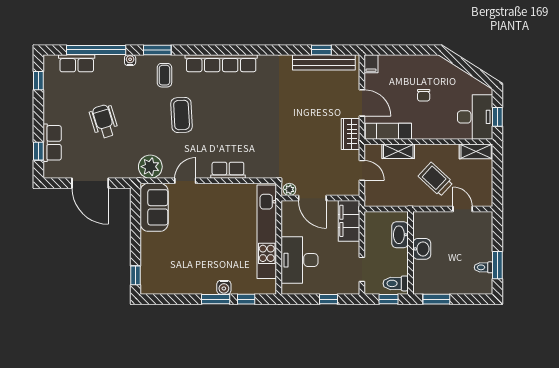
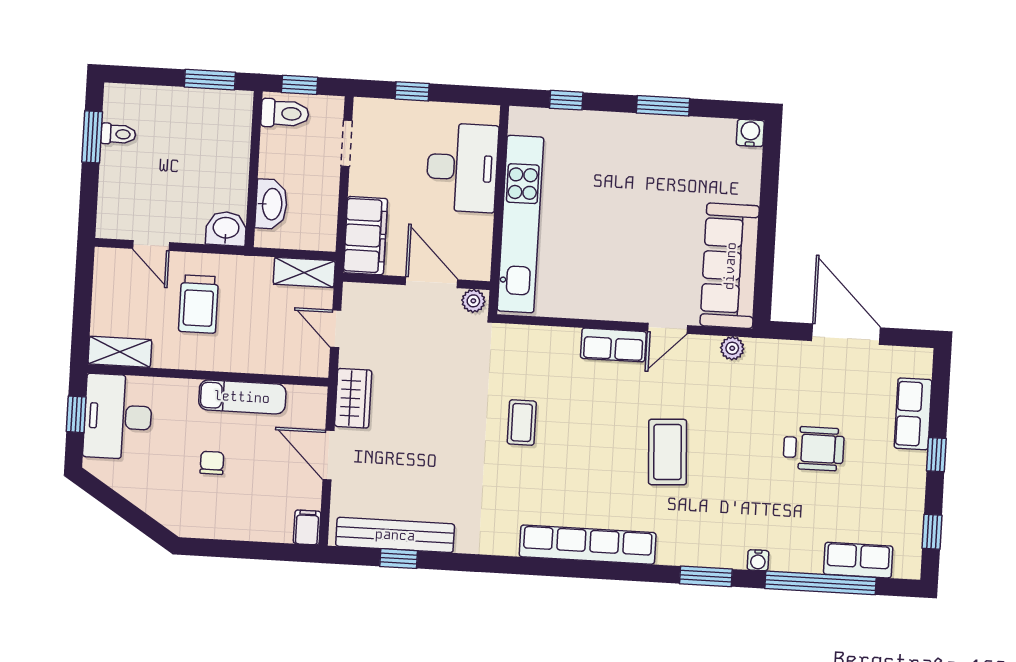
coffee table: (164, 75) -> (522, 423), moved
wheelchair: (104, 121) -> (814, 448), turned -73
exam couch: (388, 131) -> (242, 397), moved
window: (38, 151) -> (936, 455), moved
shelving: (398, 151) -> (304, 272), moved
plant: (150, 167) -> (732, 348), width x0.53, depth x0.53
row of seats: (228, 170) -> (613, 345), moved
trolley: (436, 179) -> (199, 304), turned 47
sofa: (154, 207) -> (730, 266), width x1.36
washbasin: (422, 249) -> (226, 229), moved, turned 90
window: (135, 275) -> (771, 157), removed
water cooler: (224, 287) -> (750, 133), moved
window: (216, 299) -> (663, 106), moved

